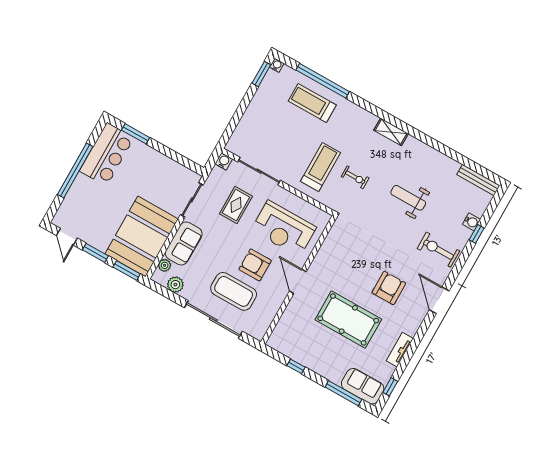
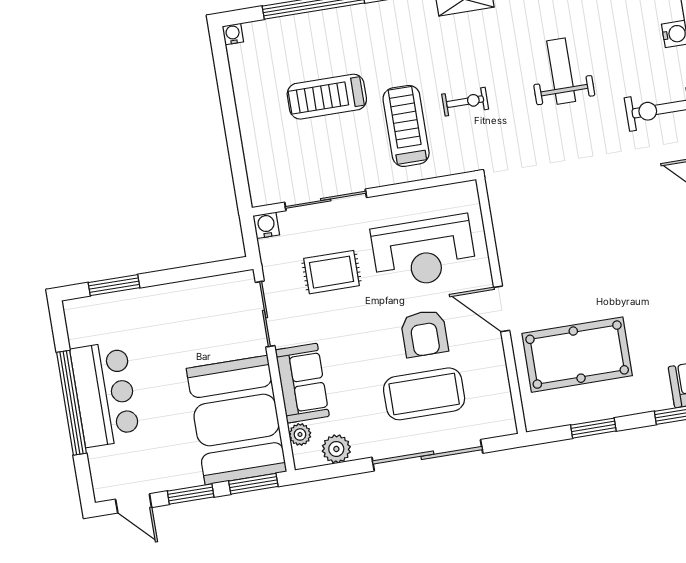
window: (261, 74) -> (221, 63), removed
treadmill: (312, 103) -> (327, 97), moved
bar counter: (107, 154) -> (105, 394), moved
weight bench: (408, 198) -> (561, 71), turned 90
rug: (236, 205) -> (332, 272), turned 90
armchair: (255, 265) -> (424, 333), turned -90
armchair: (389, 288) -> (634, 217), removed
pool table: (348, 319) -> (577, 355), moved
window: (296, 366) -> (593, 428), width x1.50

